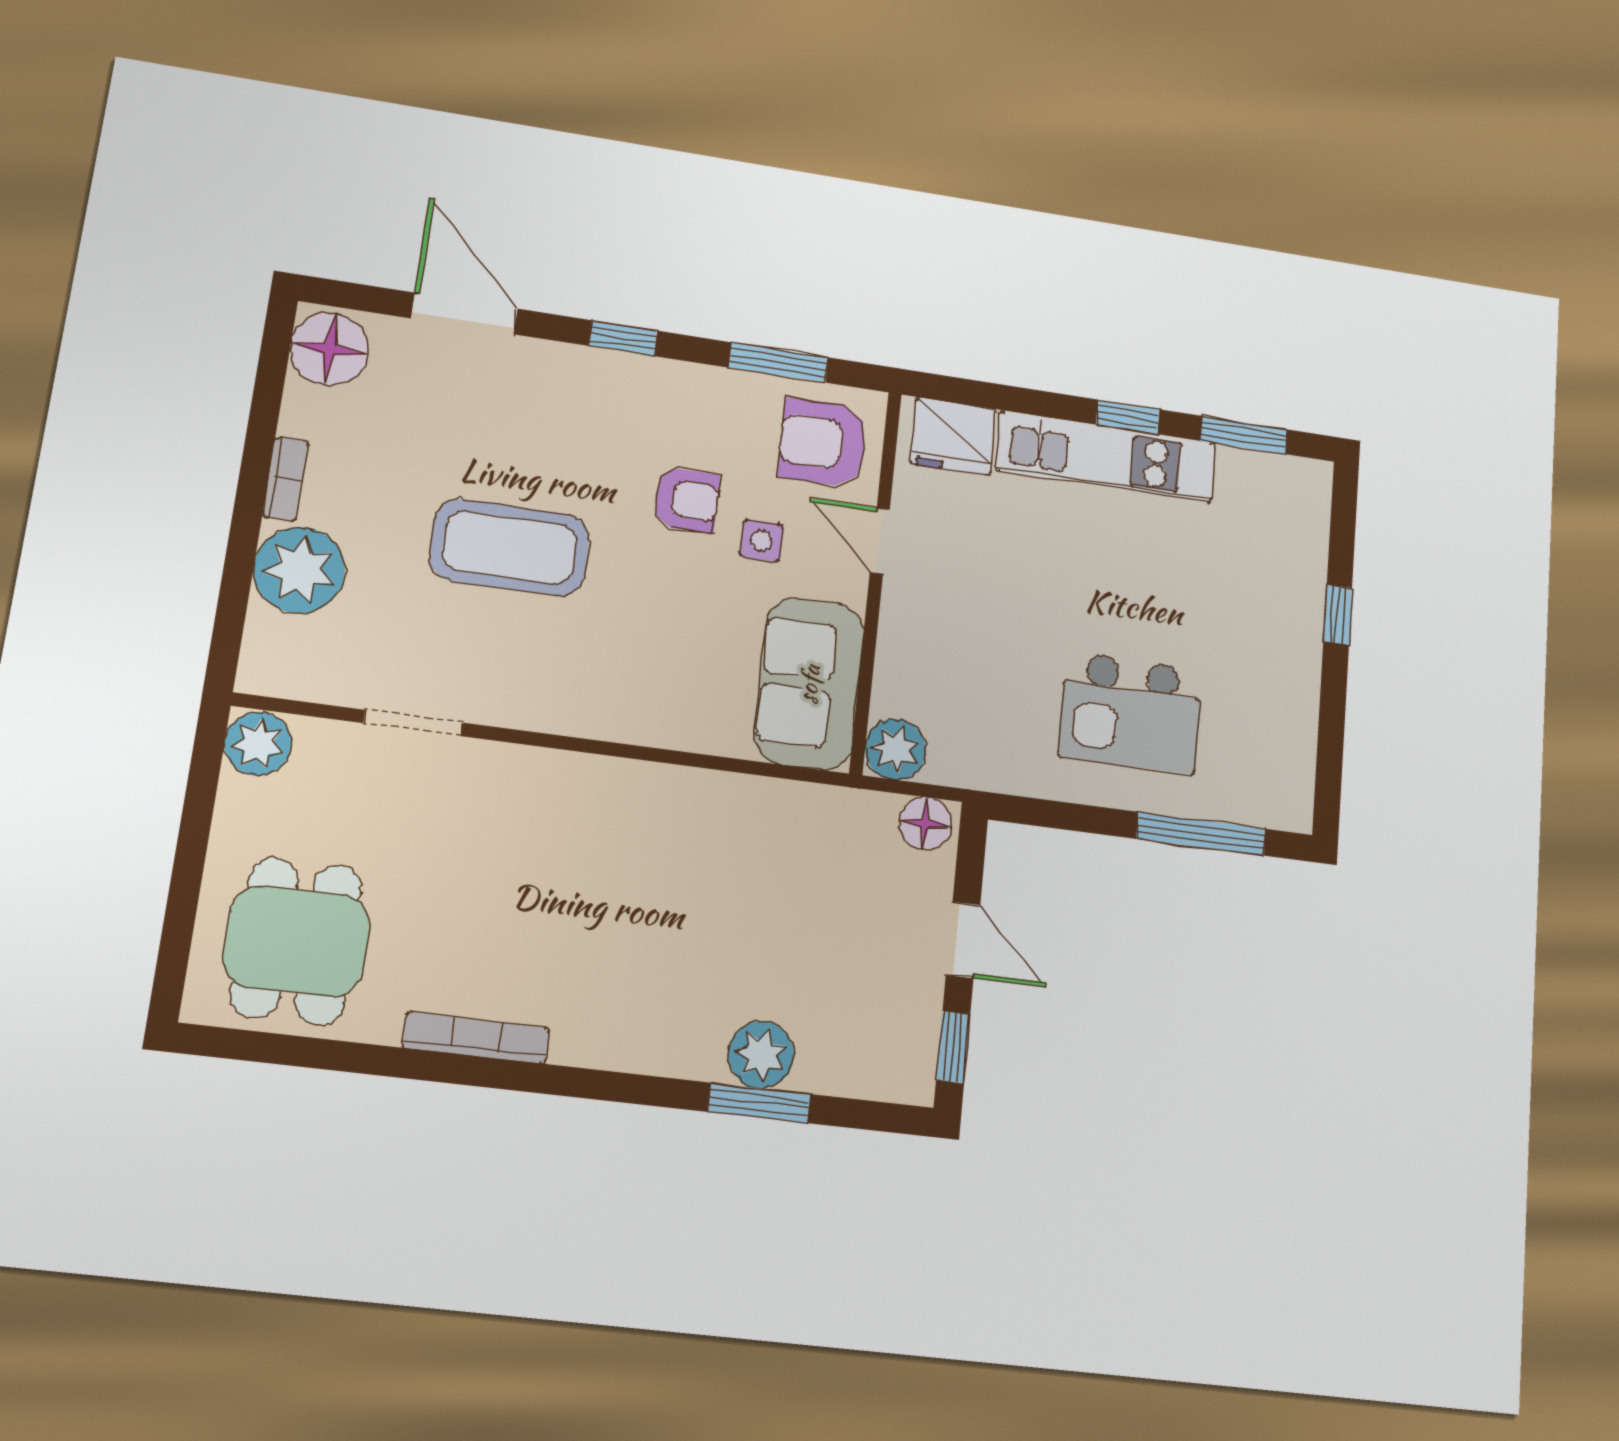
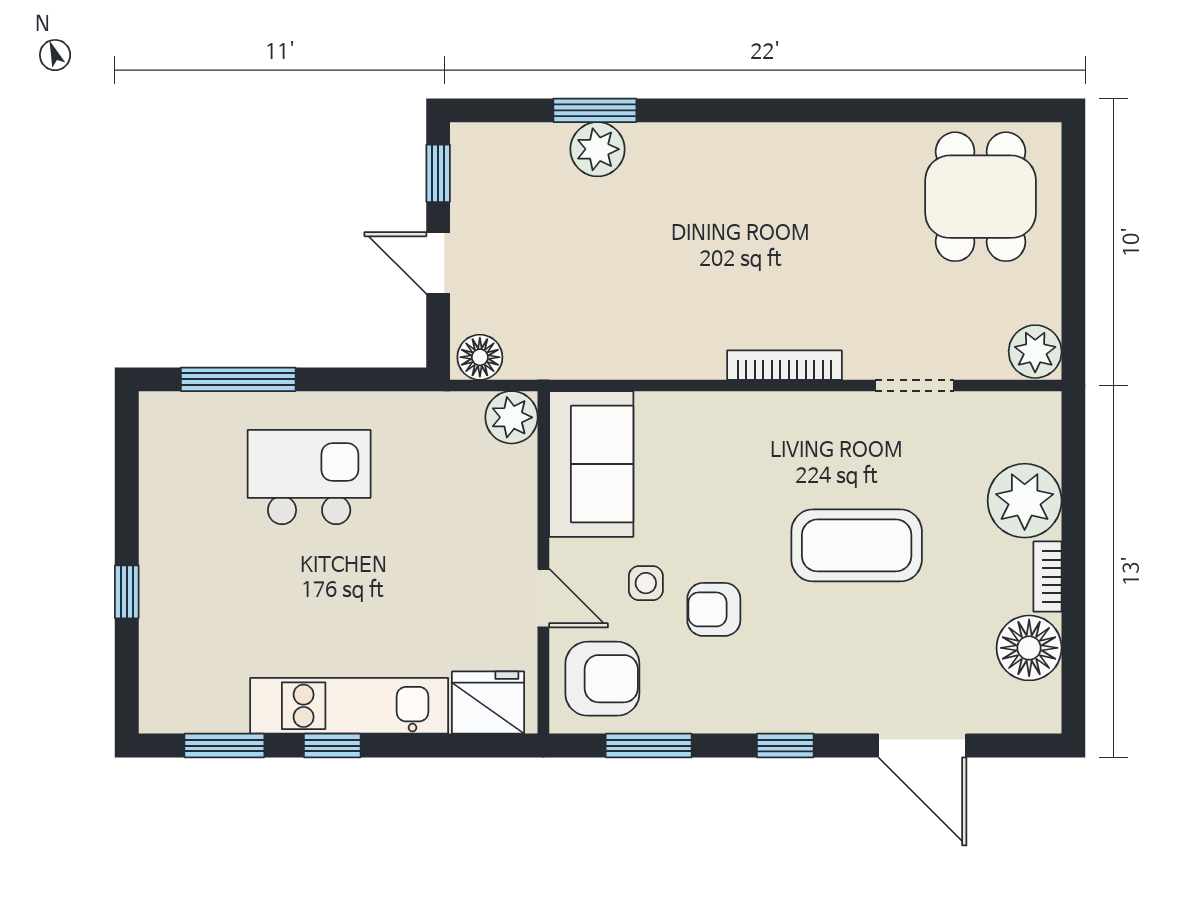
floor lamp: (330, 349) -> (1029, 648), moved
bookcase: (476, 1038) -> (784, 365), moved, turned 180

